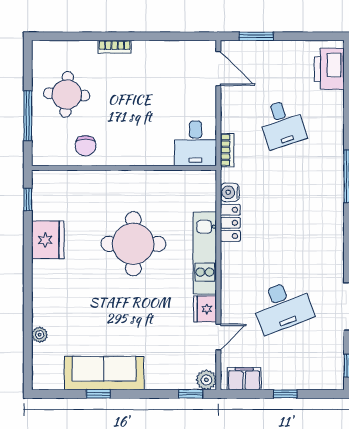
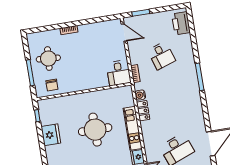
chair: (86, 146) -> (52, 85), moved

